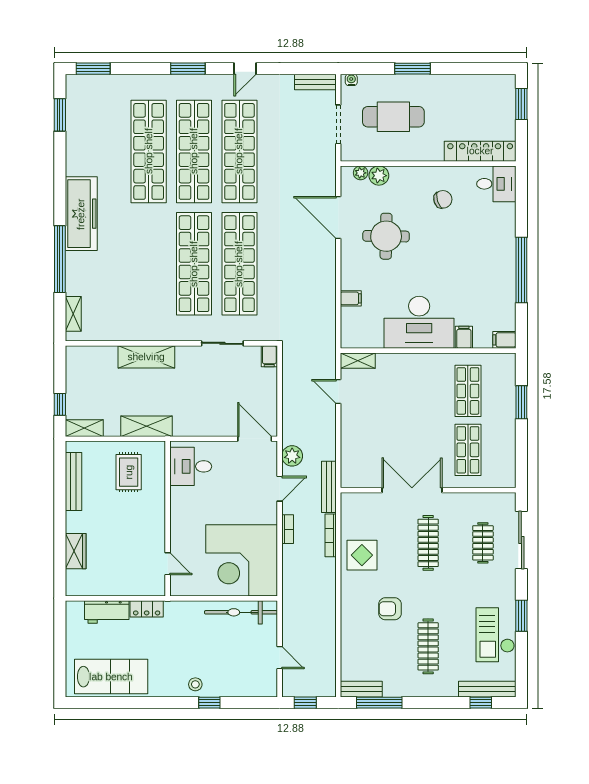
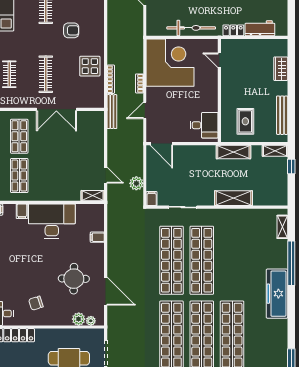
plant: (292, 456) -> (136, 183), moved
bicycle: (241, 612) -> (191, 28), moved

